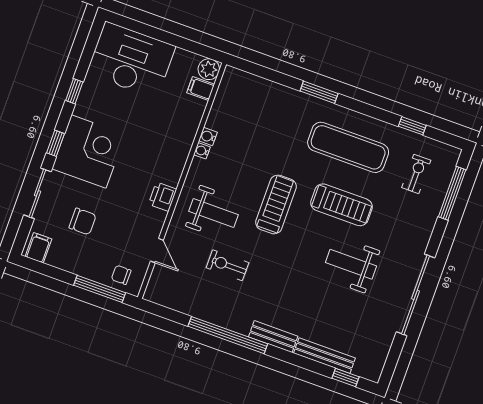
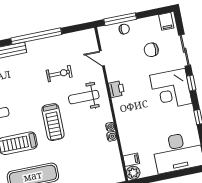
chair: (121, 275) -> (124, 29), moved

